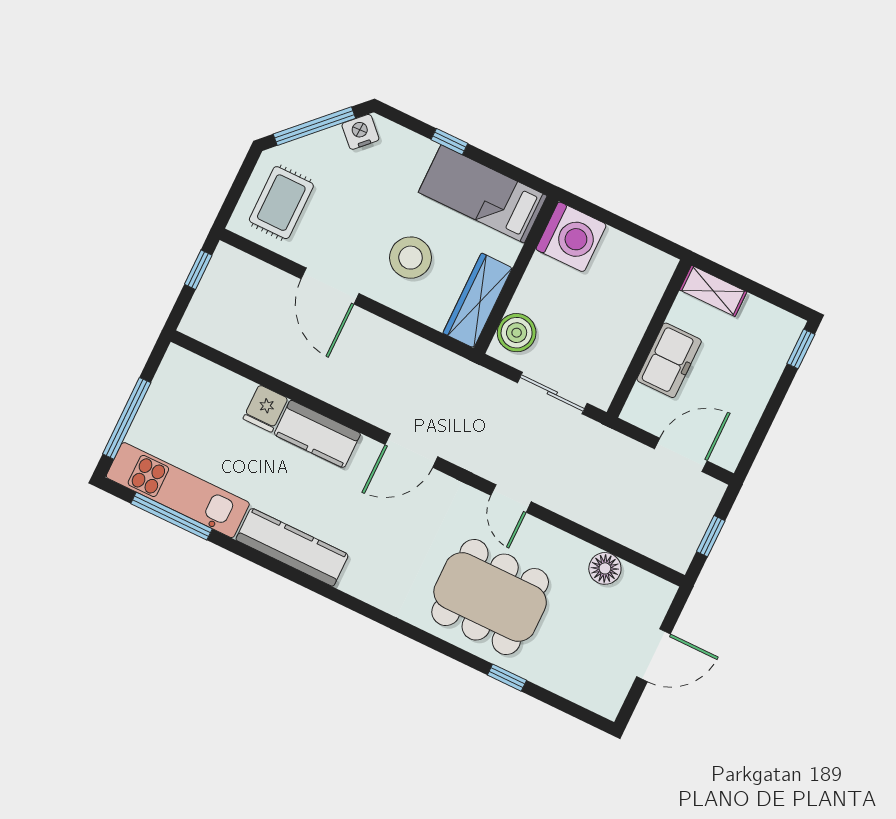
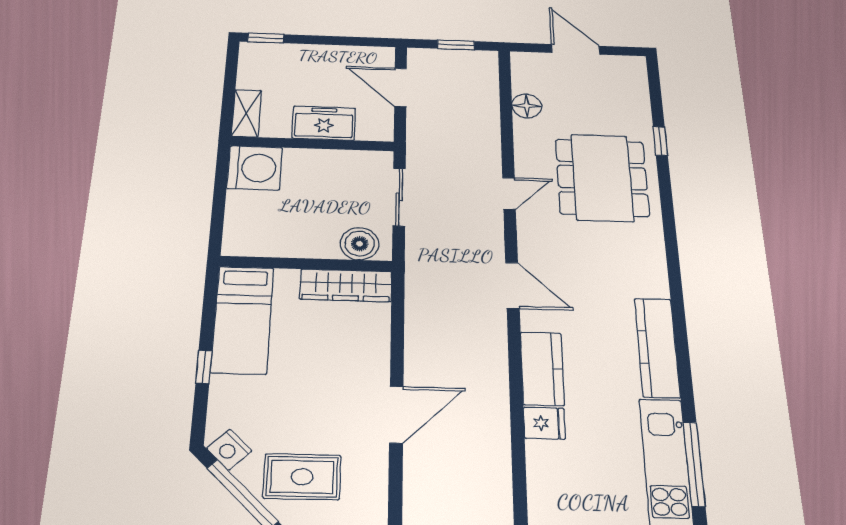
rug: (281, 203) -> (302, 477), moved
washing machine: (571, 237) -> (255, 168), moved, turned 90
stool: (411, 258) -> (333, 356), removed

